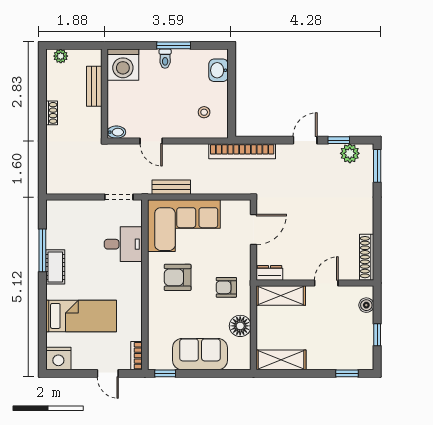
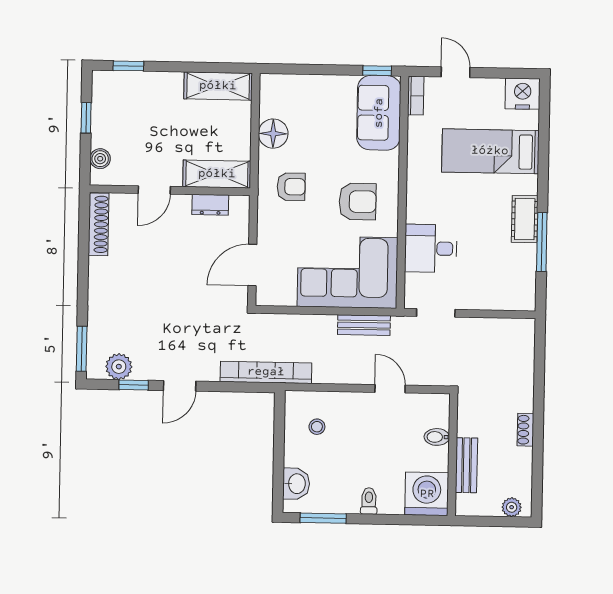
window: (174, 45) -> (323, 518), moved
bidet: (116, 132) -> (437, 437), moved
dresser: (269, 273) -> (210, 205), moved
sofa: (200, 354) -> (379, 113), moved, turned 90

